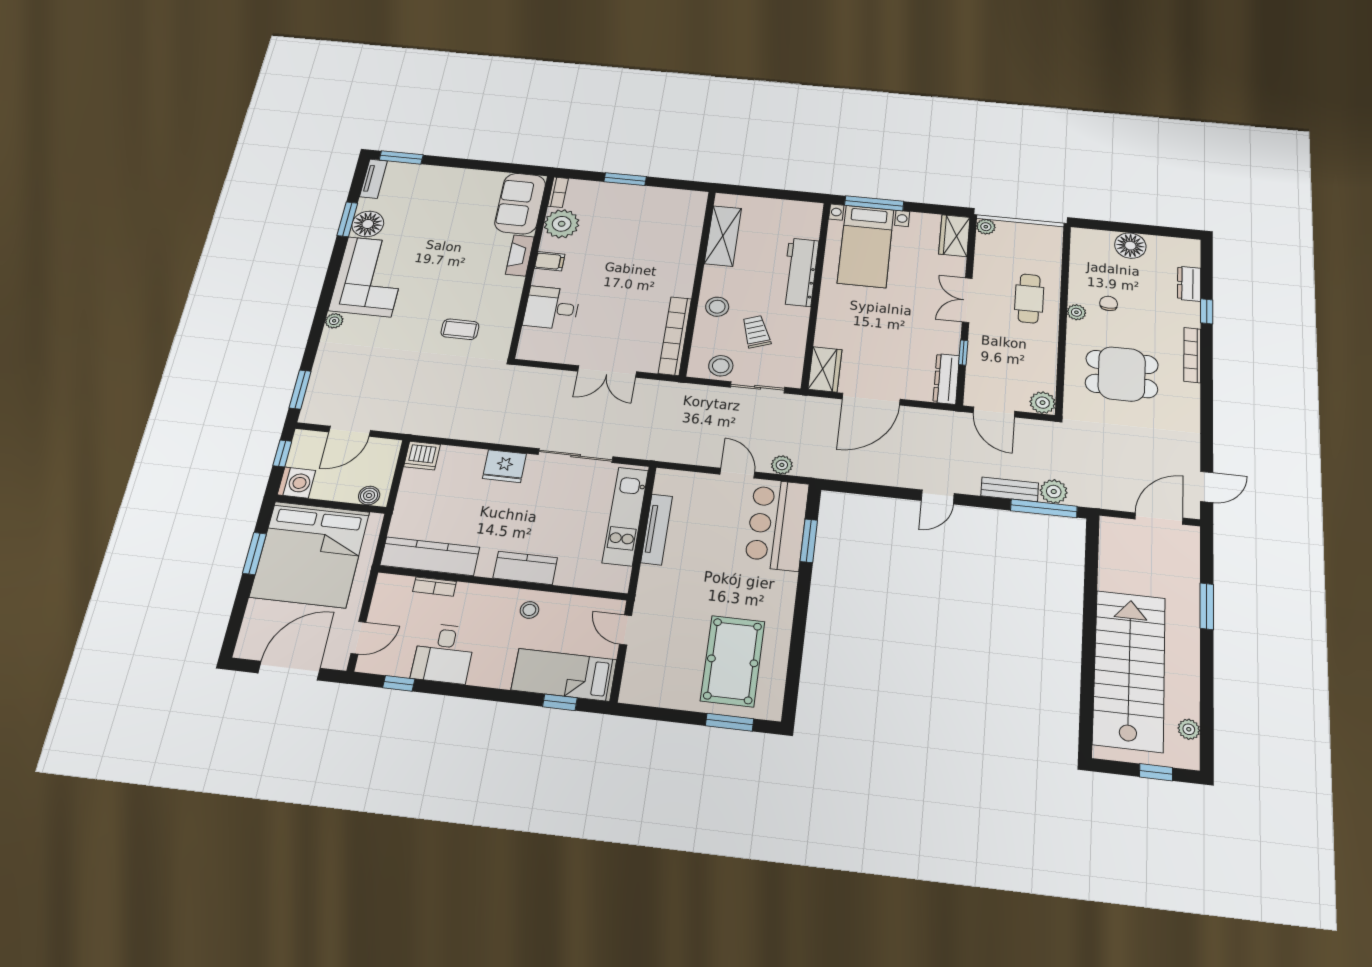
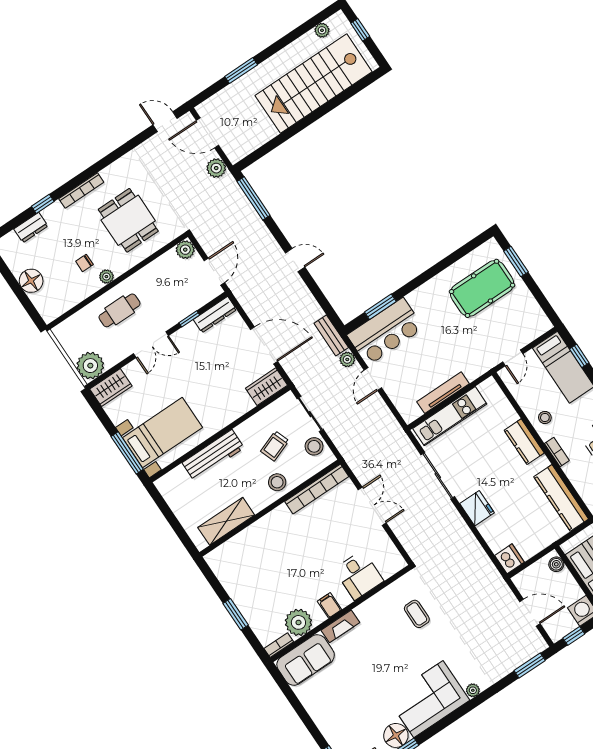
plant: (986, 227) -> (90, 366), width x1.87, depth x1.87
bench: (1010, 489) -> (331, 335), moved
plant: (1054, 492) -> (216, 168), moved
bookcase: (435, 587) -> (557, 452), moved

